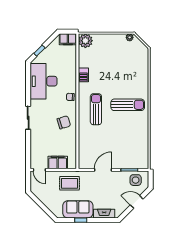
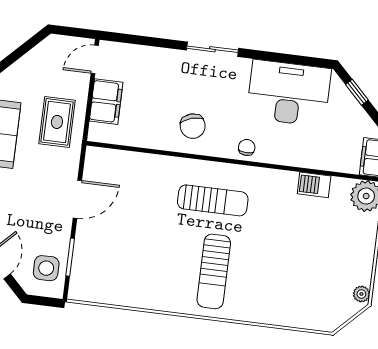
barbecue: (83, 75) -> (314, 185), moved
door: (103, 170) -> (77, 199), hinge flipped

